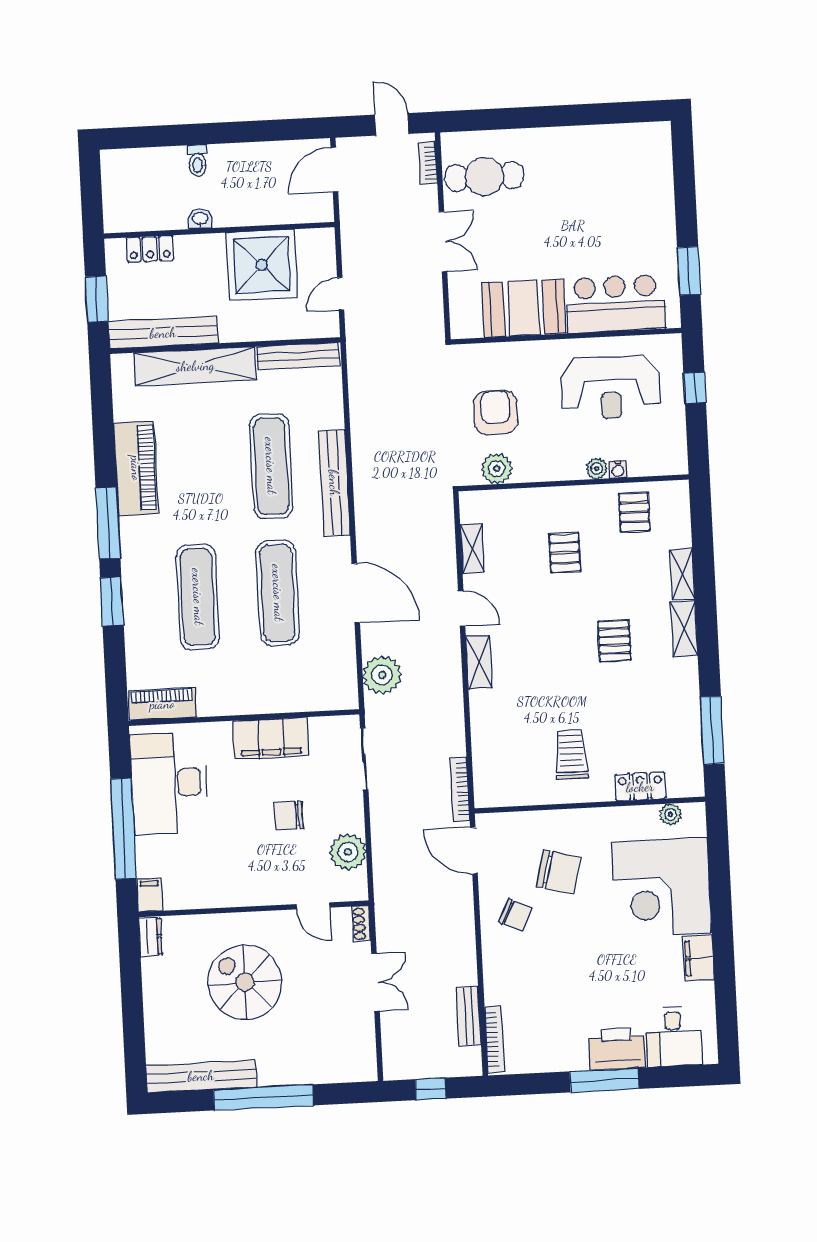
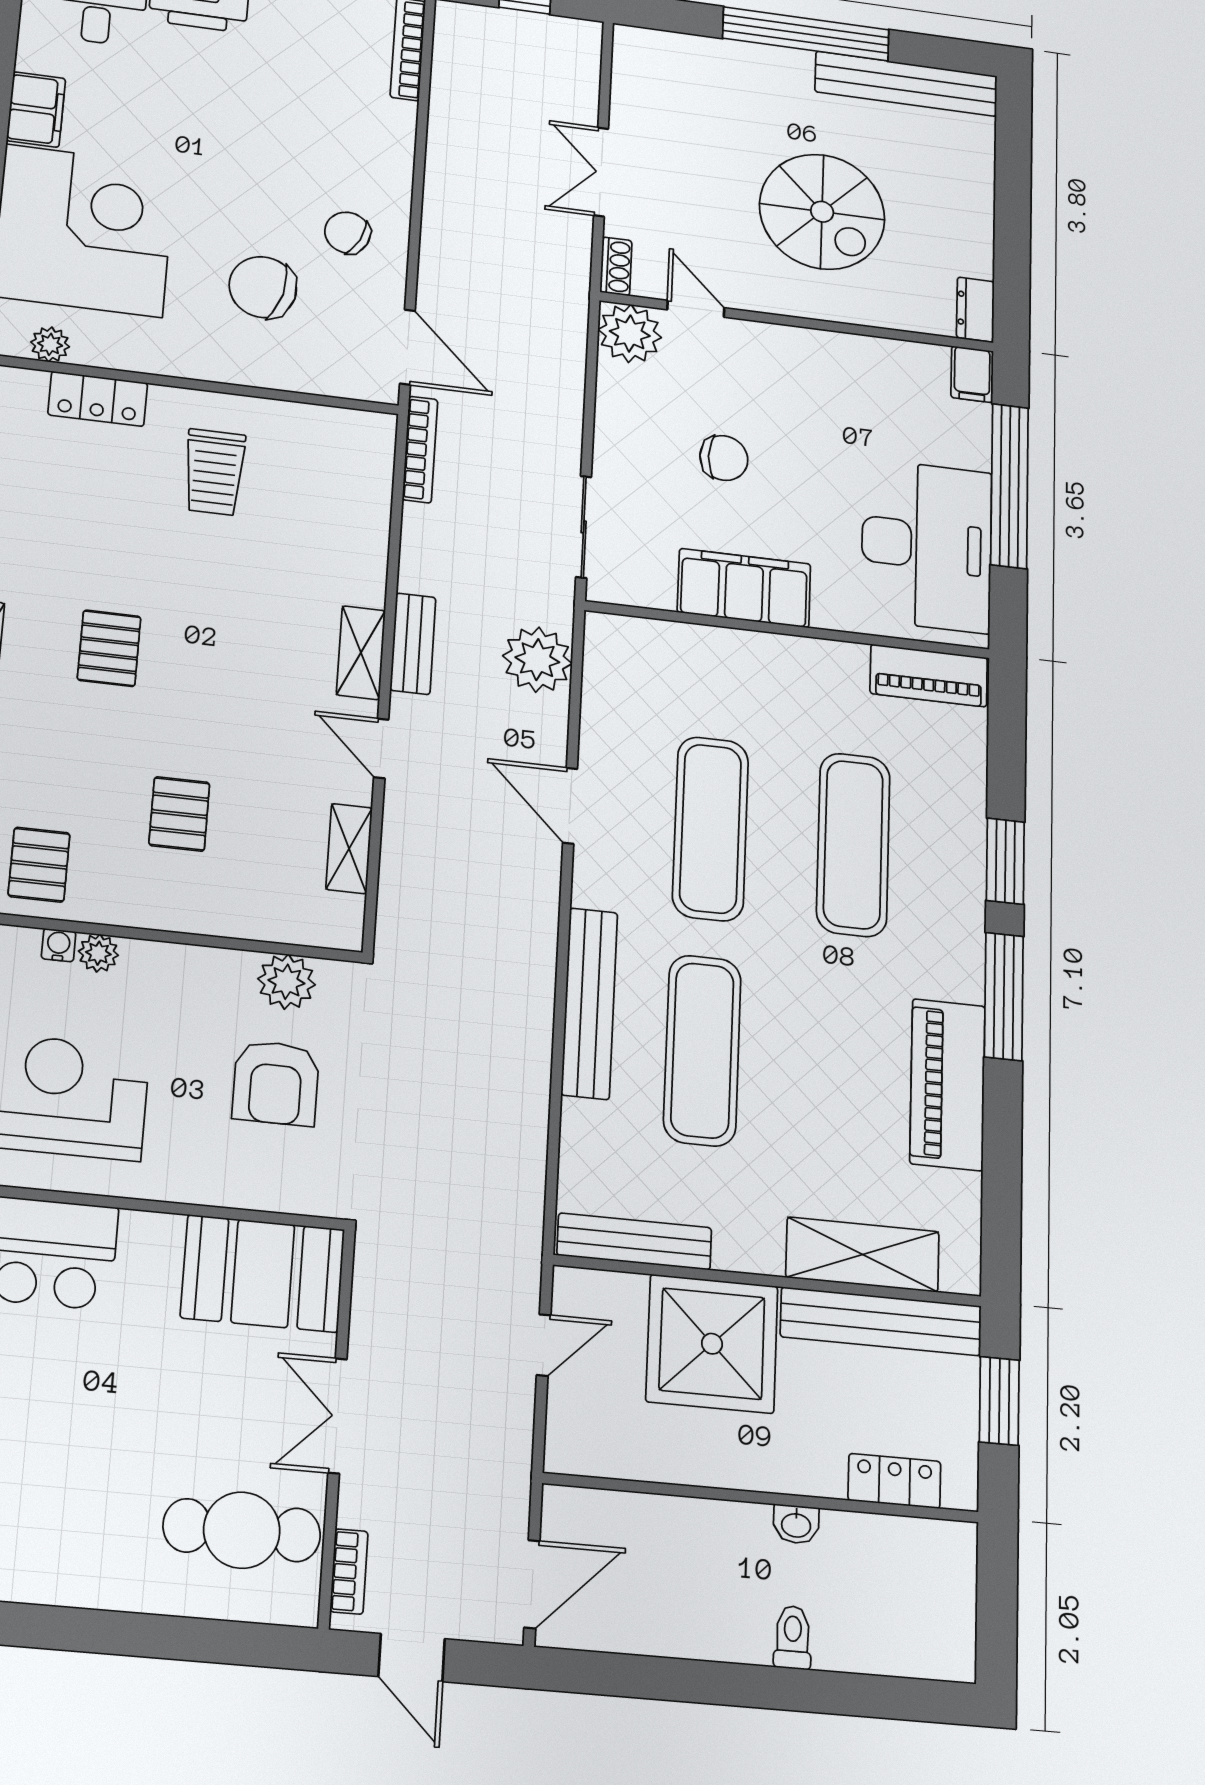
shower: (262, 265) -> (712, 1344), moved
booth: (524, 308) -> (263, 1273), moved
shelving: (195, 366) -> (863, 1255), width x0.68
door: (356, 593) -> (570, 806), width x0.73
plant: (348, 852) -> (630, 334), moved
bench: (469, 1016) -> (413, 644), moved

